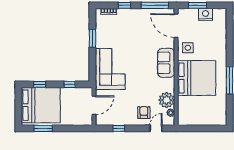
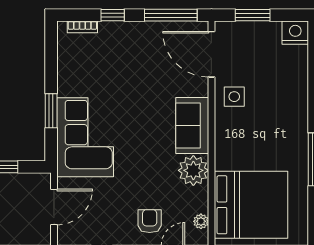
nightstand: (206, 14) -> (295, 33), moved
window: (92, 38) -> (51, 111), moved
bed: (197, 78) -> (251, 205), moved
plant: (167, 100) -> (193, 170), moved

